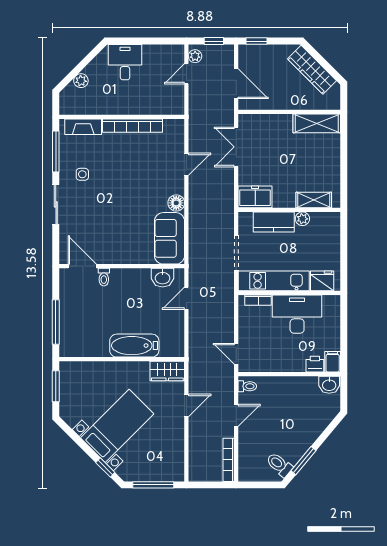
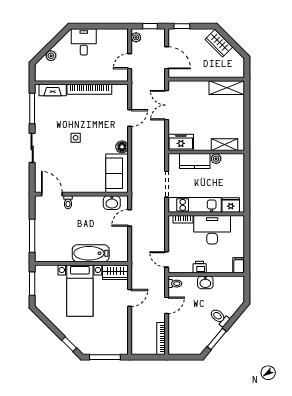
wardrobe: (312, 70) -> (219, 43), width x0.67
door: (186, 74) -> (130, 61), moved
side table: (82, 174) -> (76, 138), moved
printer: (315, 364) -> (200, 267), moved
washbasin: (329, 385) -> (205, 282), moved
bed with nightstands: (117, 426) -> (80, 291), moved, turned 135
toilet: (279, 465) -> (219, 317), moved

